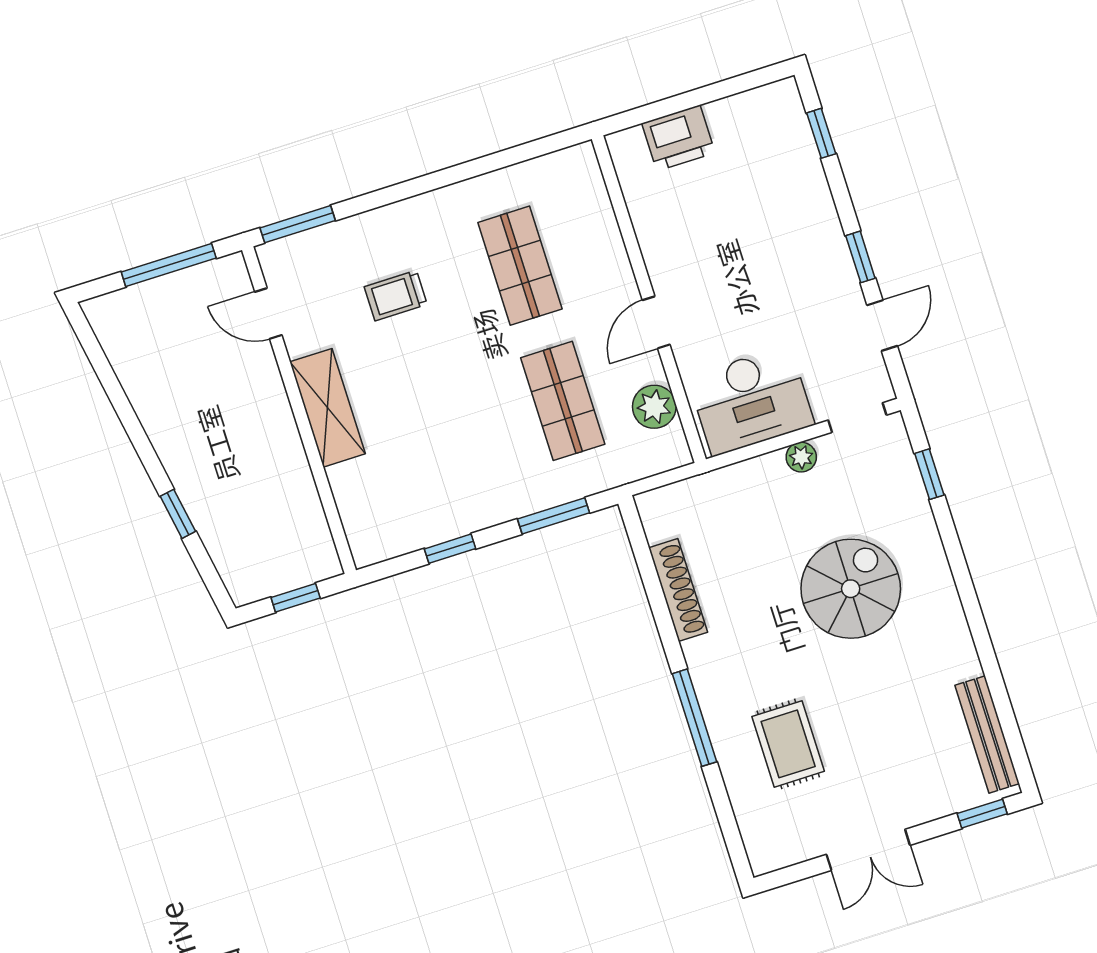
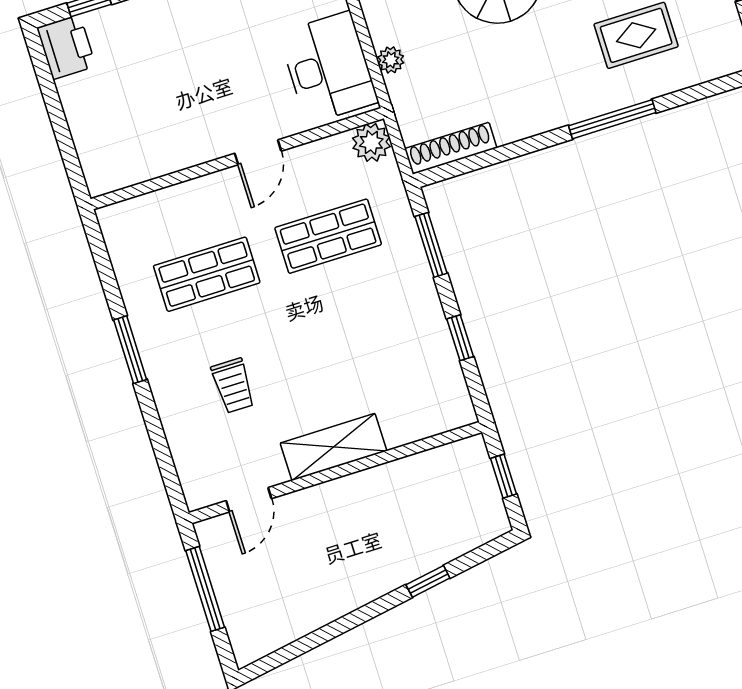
printer: (678, 138) -> (66, 47), moved
window: (298, 224) -> (130, 350), moved
door: (656, 322) -> (258, 152), hinge flipped
plant: (654, 407) -> (371, 142), moved
plant: (801, 457) -> (391, 60), moved
shoe rack: (678, 590) -> (451, 148), moved

